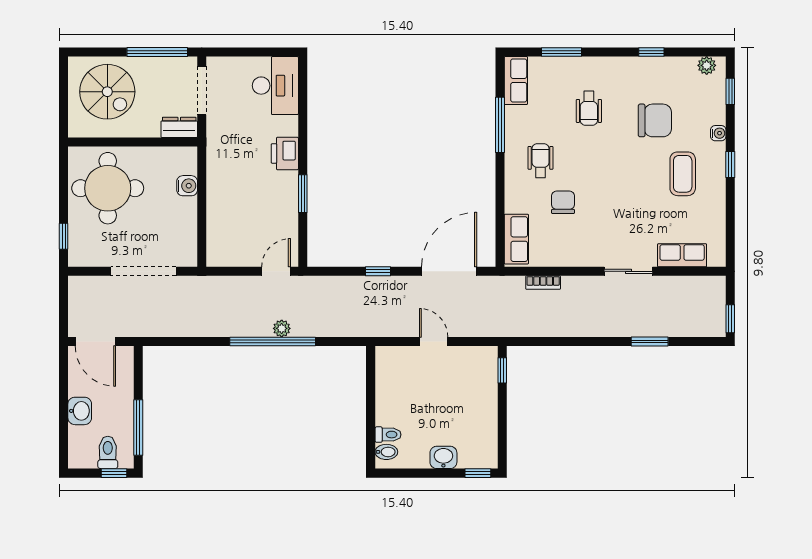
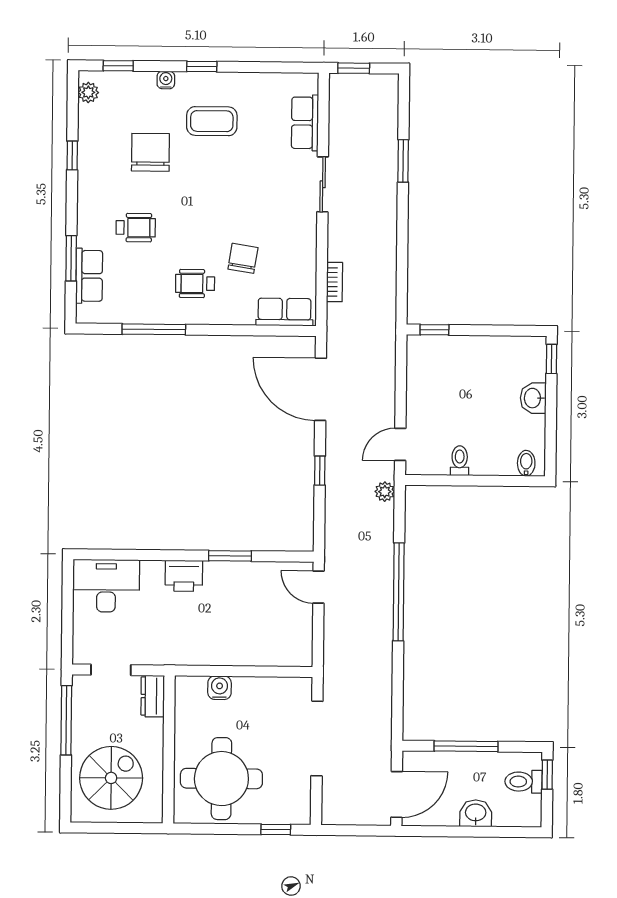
row of seats: (516, 80) -> (89, 276), moved, turned 90
doorway: (202, 90) -> (111, 670), width x0.73
chair: (563, 202) -> (243, 258), turned 99
window: (730, 319) -> (354, 68), moved
plant: (282, 328) -> (385, 492), moved
door: (434, 342) -> (400, 444), moved
window: (138, 428) -> (466, 746), moved
toilet: (388, 435) -> (460, 461), moved

